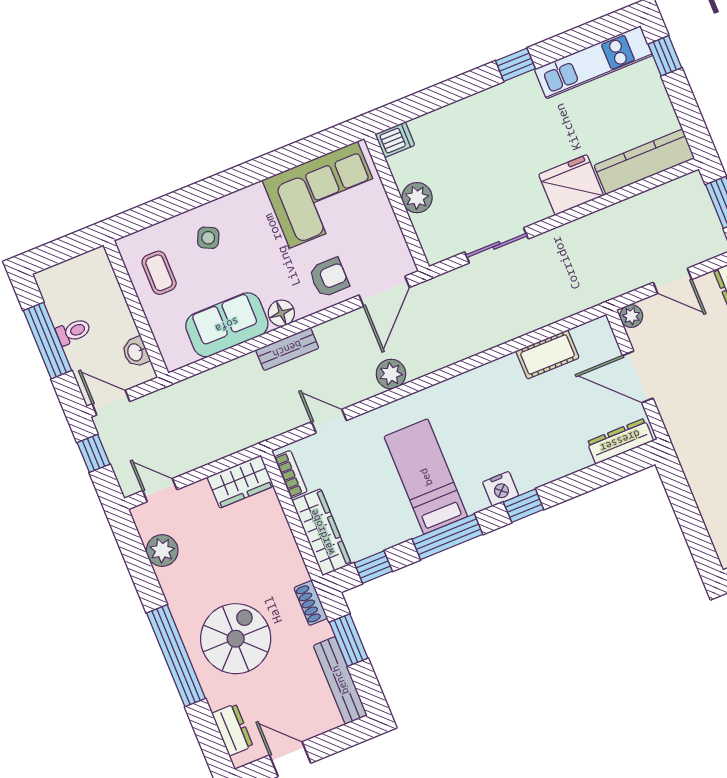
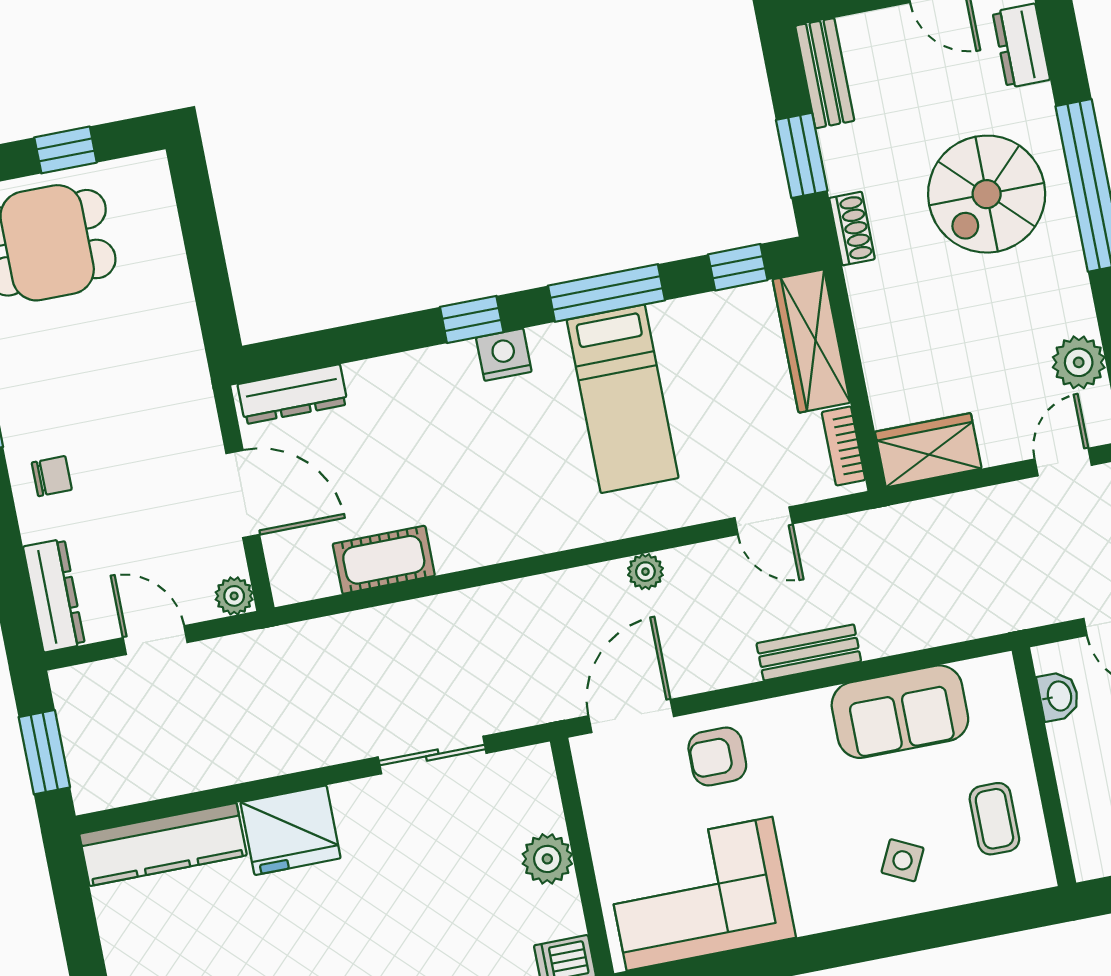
floor lamp: (281, 313) -> (807, 713), removed
plant: (391, 374) -> (645, 572), width x0.73, depth x0.73
door: (160, 490) -> (1063, 462), swing flipped
bench: (340, 680) -> (825, 73), width x0.73

